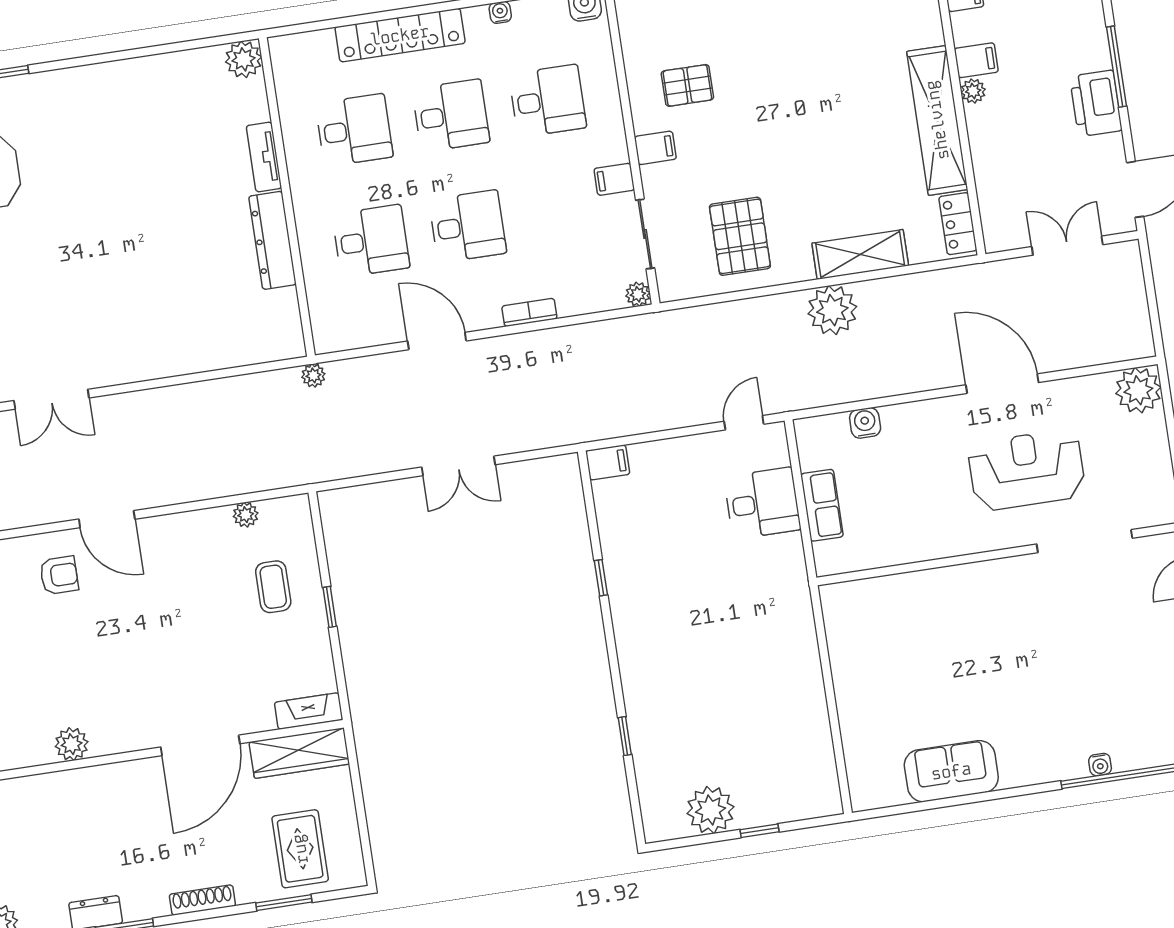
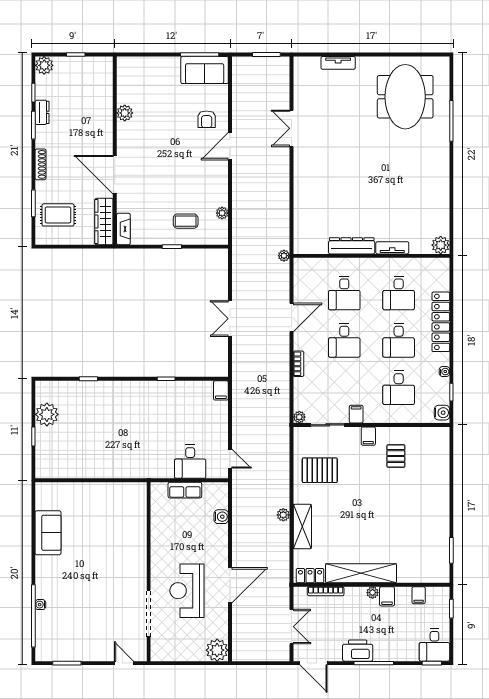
bookcase: (985, 187) -> (326, 591), added
plant: (832, 310) -> (283, 515), width x0.53, depth x0.53
reception desk: (1027, 470) -> (187, 591), turned 180

